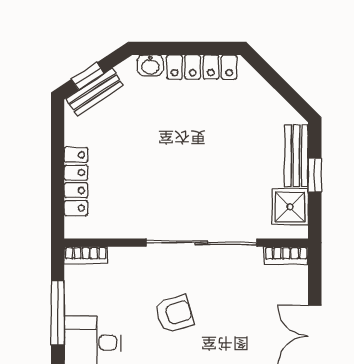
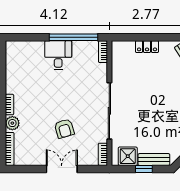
locker: (76, 181) -> (147, 47), width x0.66
window: (58, 313) -> (74, 37), width x1.46
armchair: (174, 314) -> (64, 129), moved

